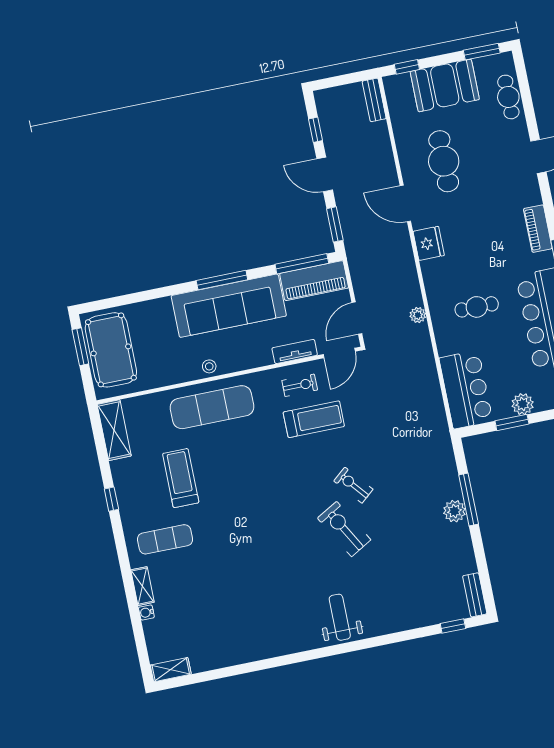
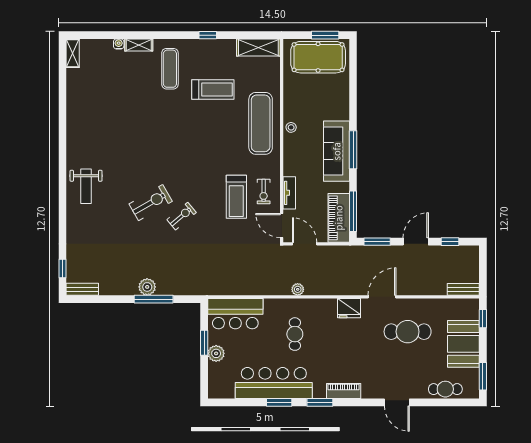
sofa: (229, 306) -> (337, 151), width x0.74, depth x0.79
weight bench: (340, 617) -> (86, 186), turned 90

